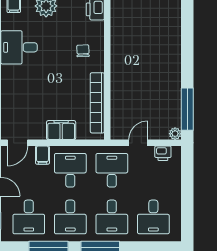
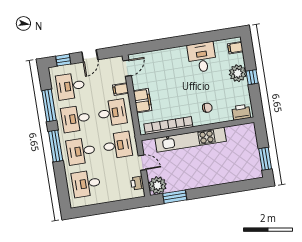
kitchen unit: (119, 78) -> (191, 140), added
window: (187, 109) -> (175, 197), width x0.69
plant: (175, 134) -> (157, 185), width x1.87, depth x1.87
door: (18, 143) -> (127, 68), swing flipped

